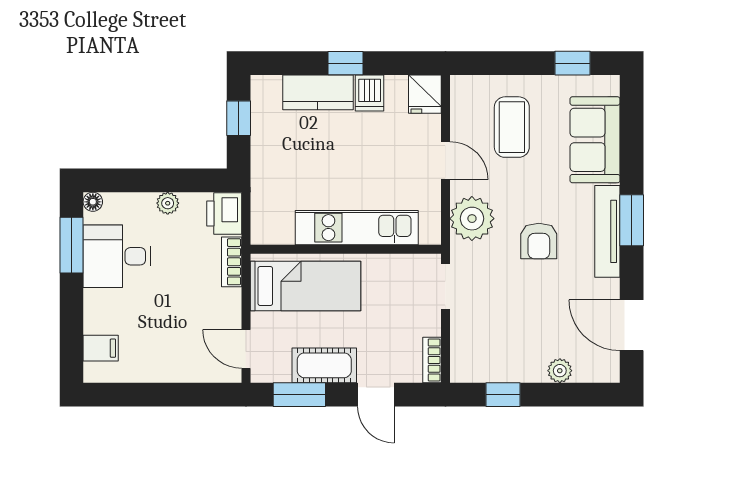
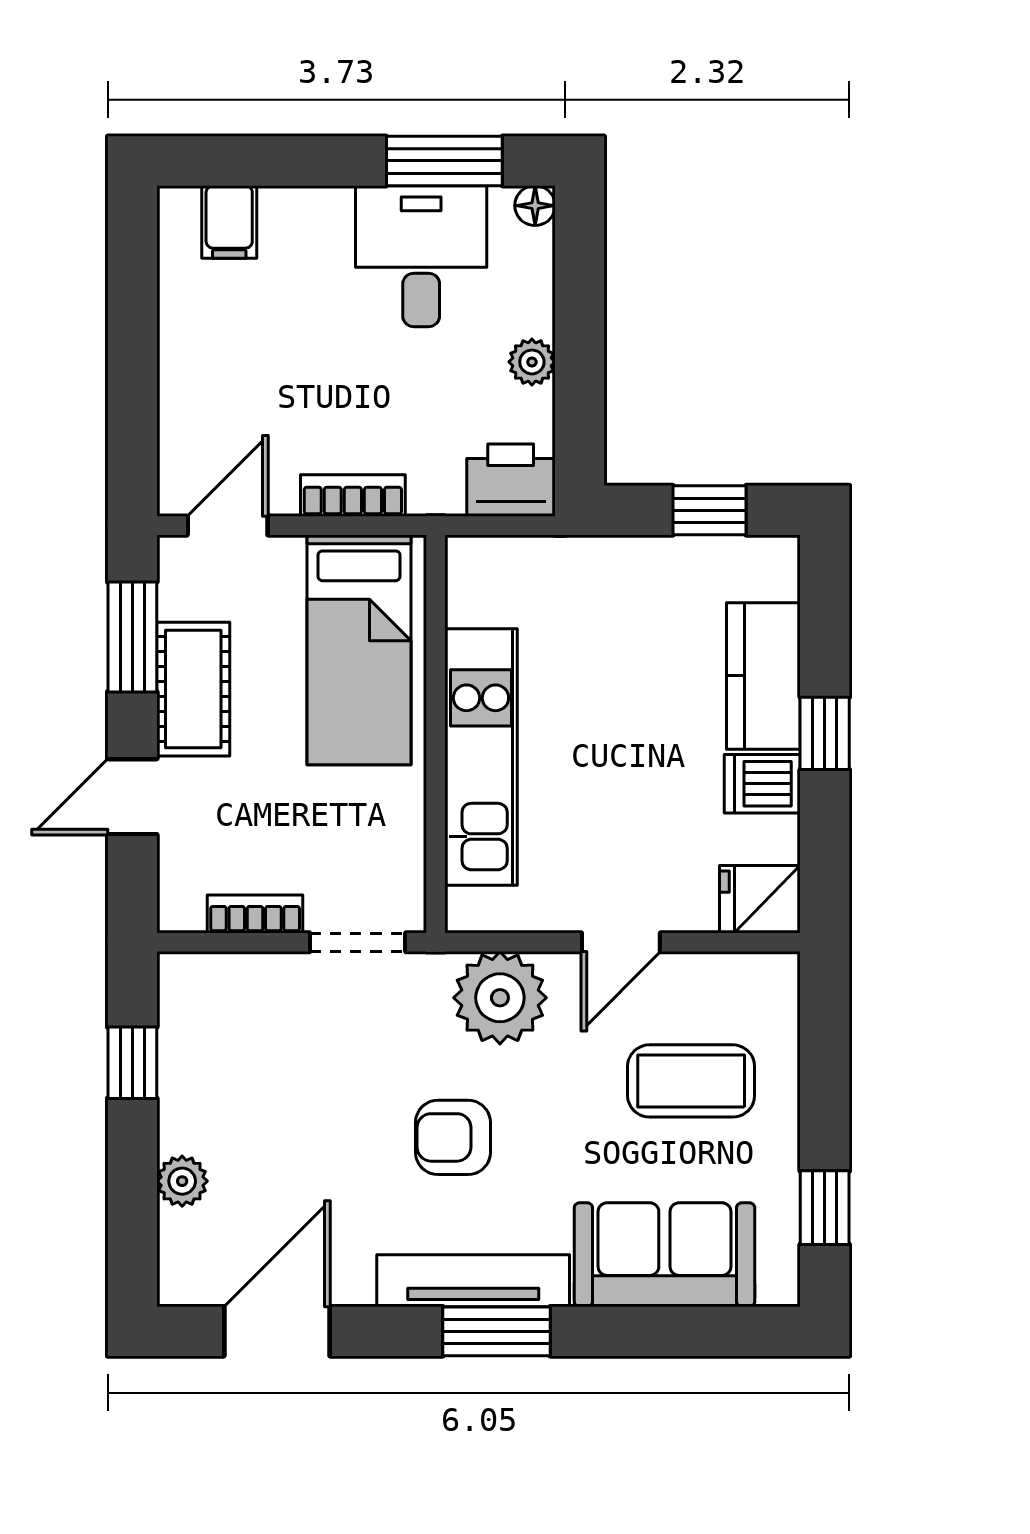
bookcase: (232, 262) -> (353, 496), moved
bookcase: (432, 360) -> (255, 914), moved

